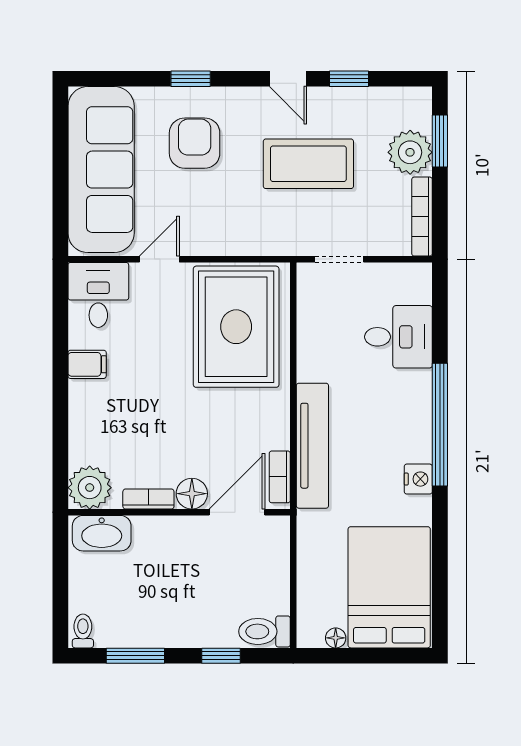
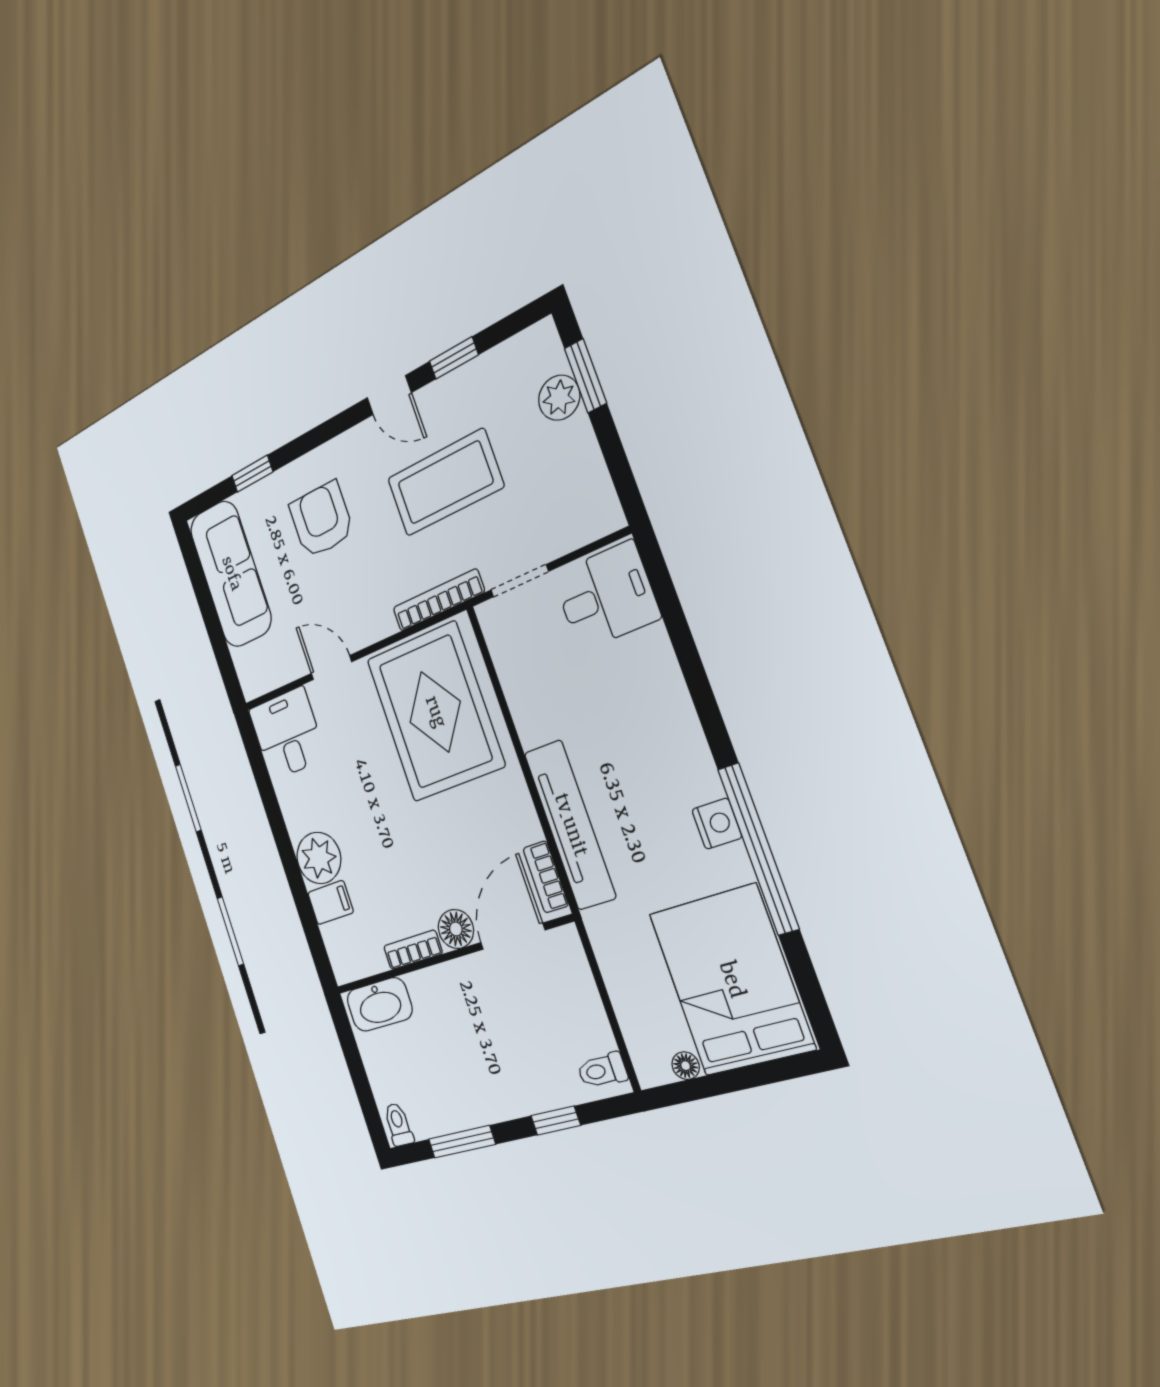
window: (191, 79) -> (252, 474), moved
plant: (410, 152) -> (559, 398), width x0.73, depth x0.73
sofa: (101, 170) -> (231, 574), width x0.74, depth x0.79
bookcase: (422, 217) -> (438, 600), moved, turned 90
door: (159, 259) -> (331, 668), hinge flipped
desk: (398, 337) -> (606, 596), moved
filing cabinet: (87, 364) -> (331, 902), moved
window: (440, 425) -> (758, 849), moved
plant: (90, 488) -> (319, 858), moved
toilet: (264, 631) -> (602, 1070), width x0.73, depth x0.72

